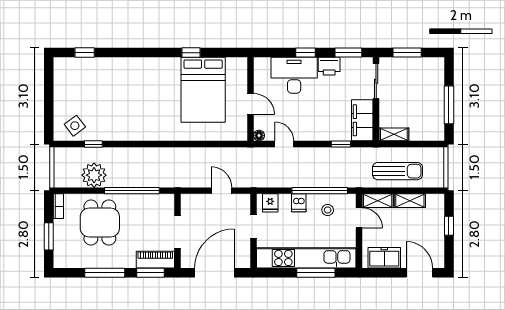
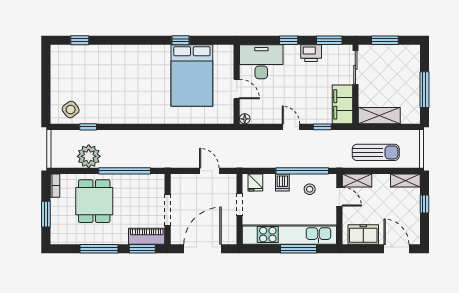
desk: (294, 75) -> (261, 62), moved
shelving: (394, 134) -> (379, 116), width x1.50, depth x1.33
door: (284, 144) -> (291, 127), moved
shelving: (410, 201) -> (405, 180), moved

